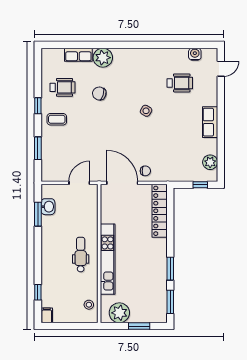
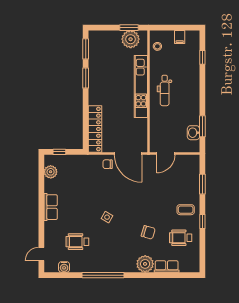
window: (151, 45) -> (103, 275), added
filing cabinet: (47, 315) -> (180, 37), moved
window: (139, 326) -> (129, 28), moved

